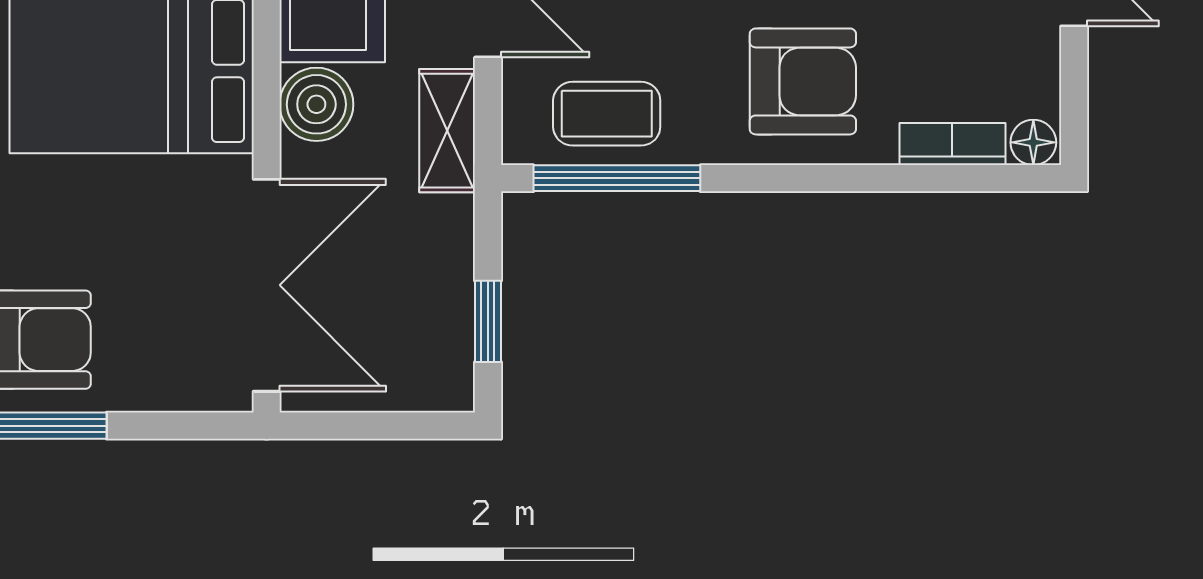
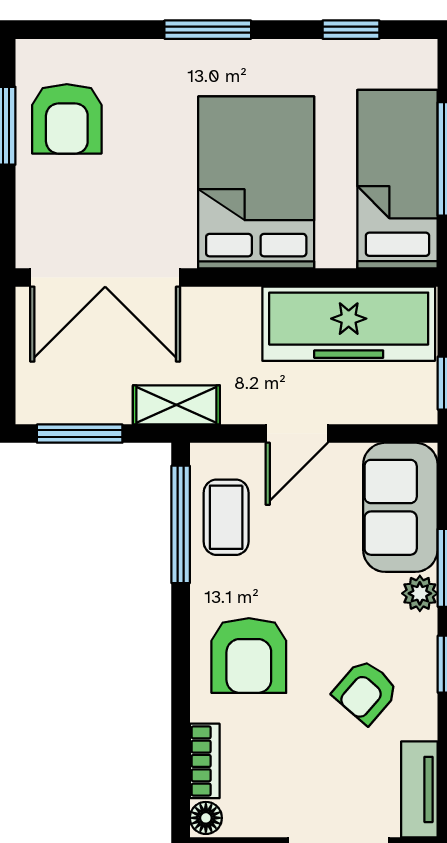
boiler: (316, 104) -> (233, 313), removed
shelving: (447, 131) -> (176, 405), moved
window: (488, 321) -> (80, 434), width x1.50

